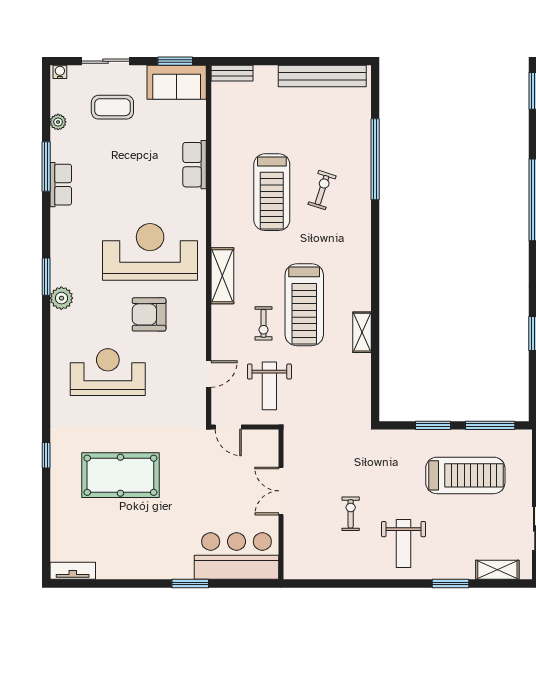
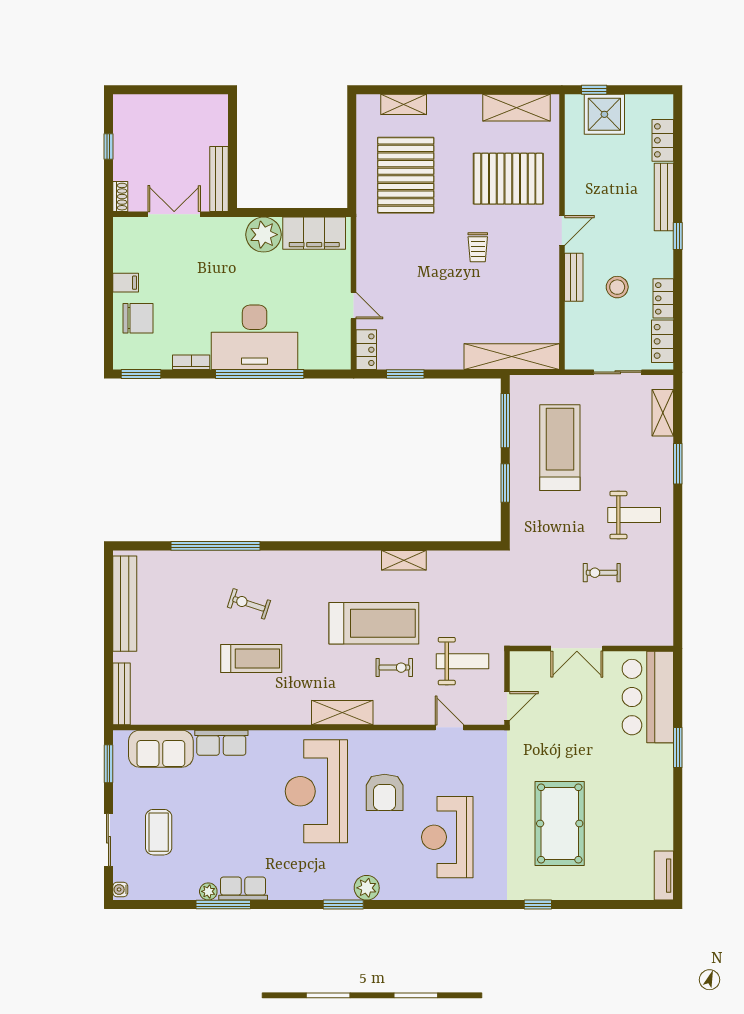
bench: (232, 73) -> (122, 694), width x1.36
sofa: (177, 82) -> (161, 749), moved, turned 90
plant: (58, 122) -> (208, 891), moved
treadmill: (272, 192) -> (251, 659), width x0.73, depth x0.73

